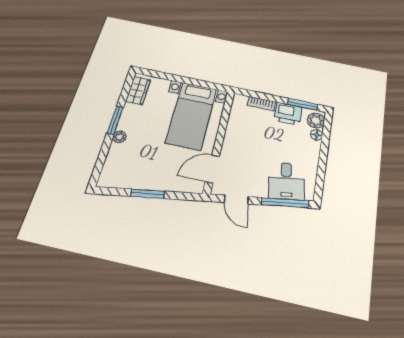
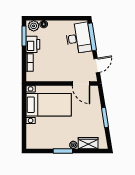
wardrobe: (138, 91) -> (88, 143), moved
desk: (286, 181) -> (79, 38), width x1.37

